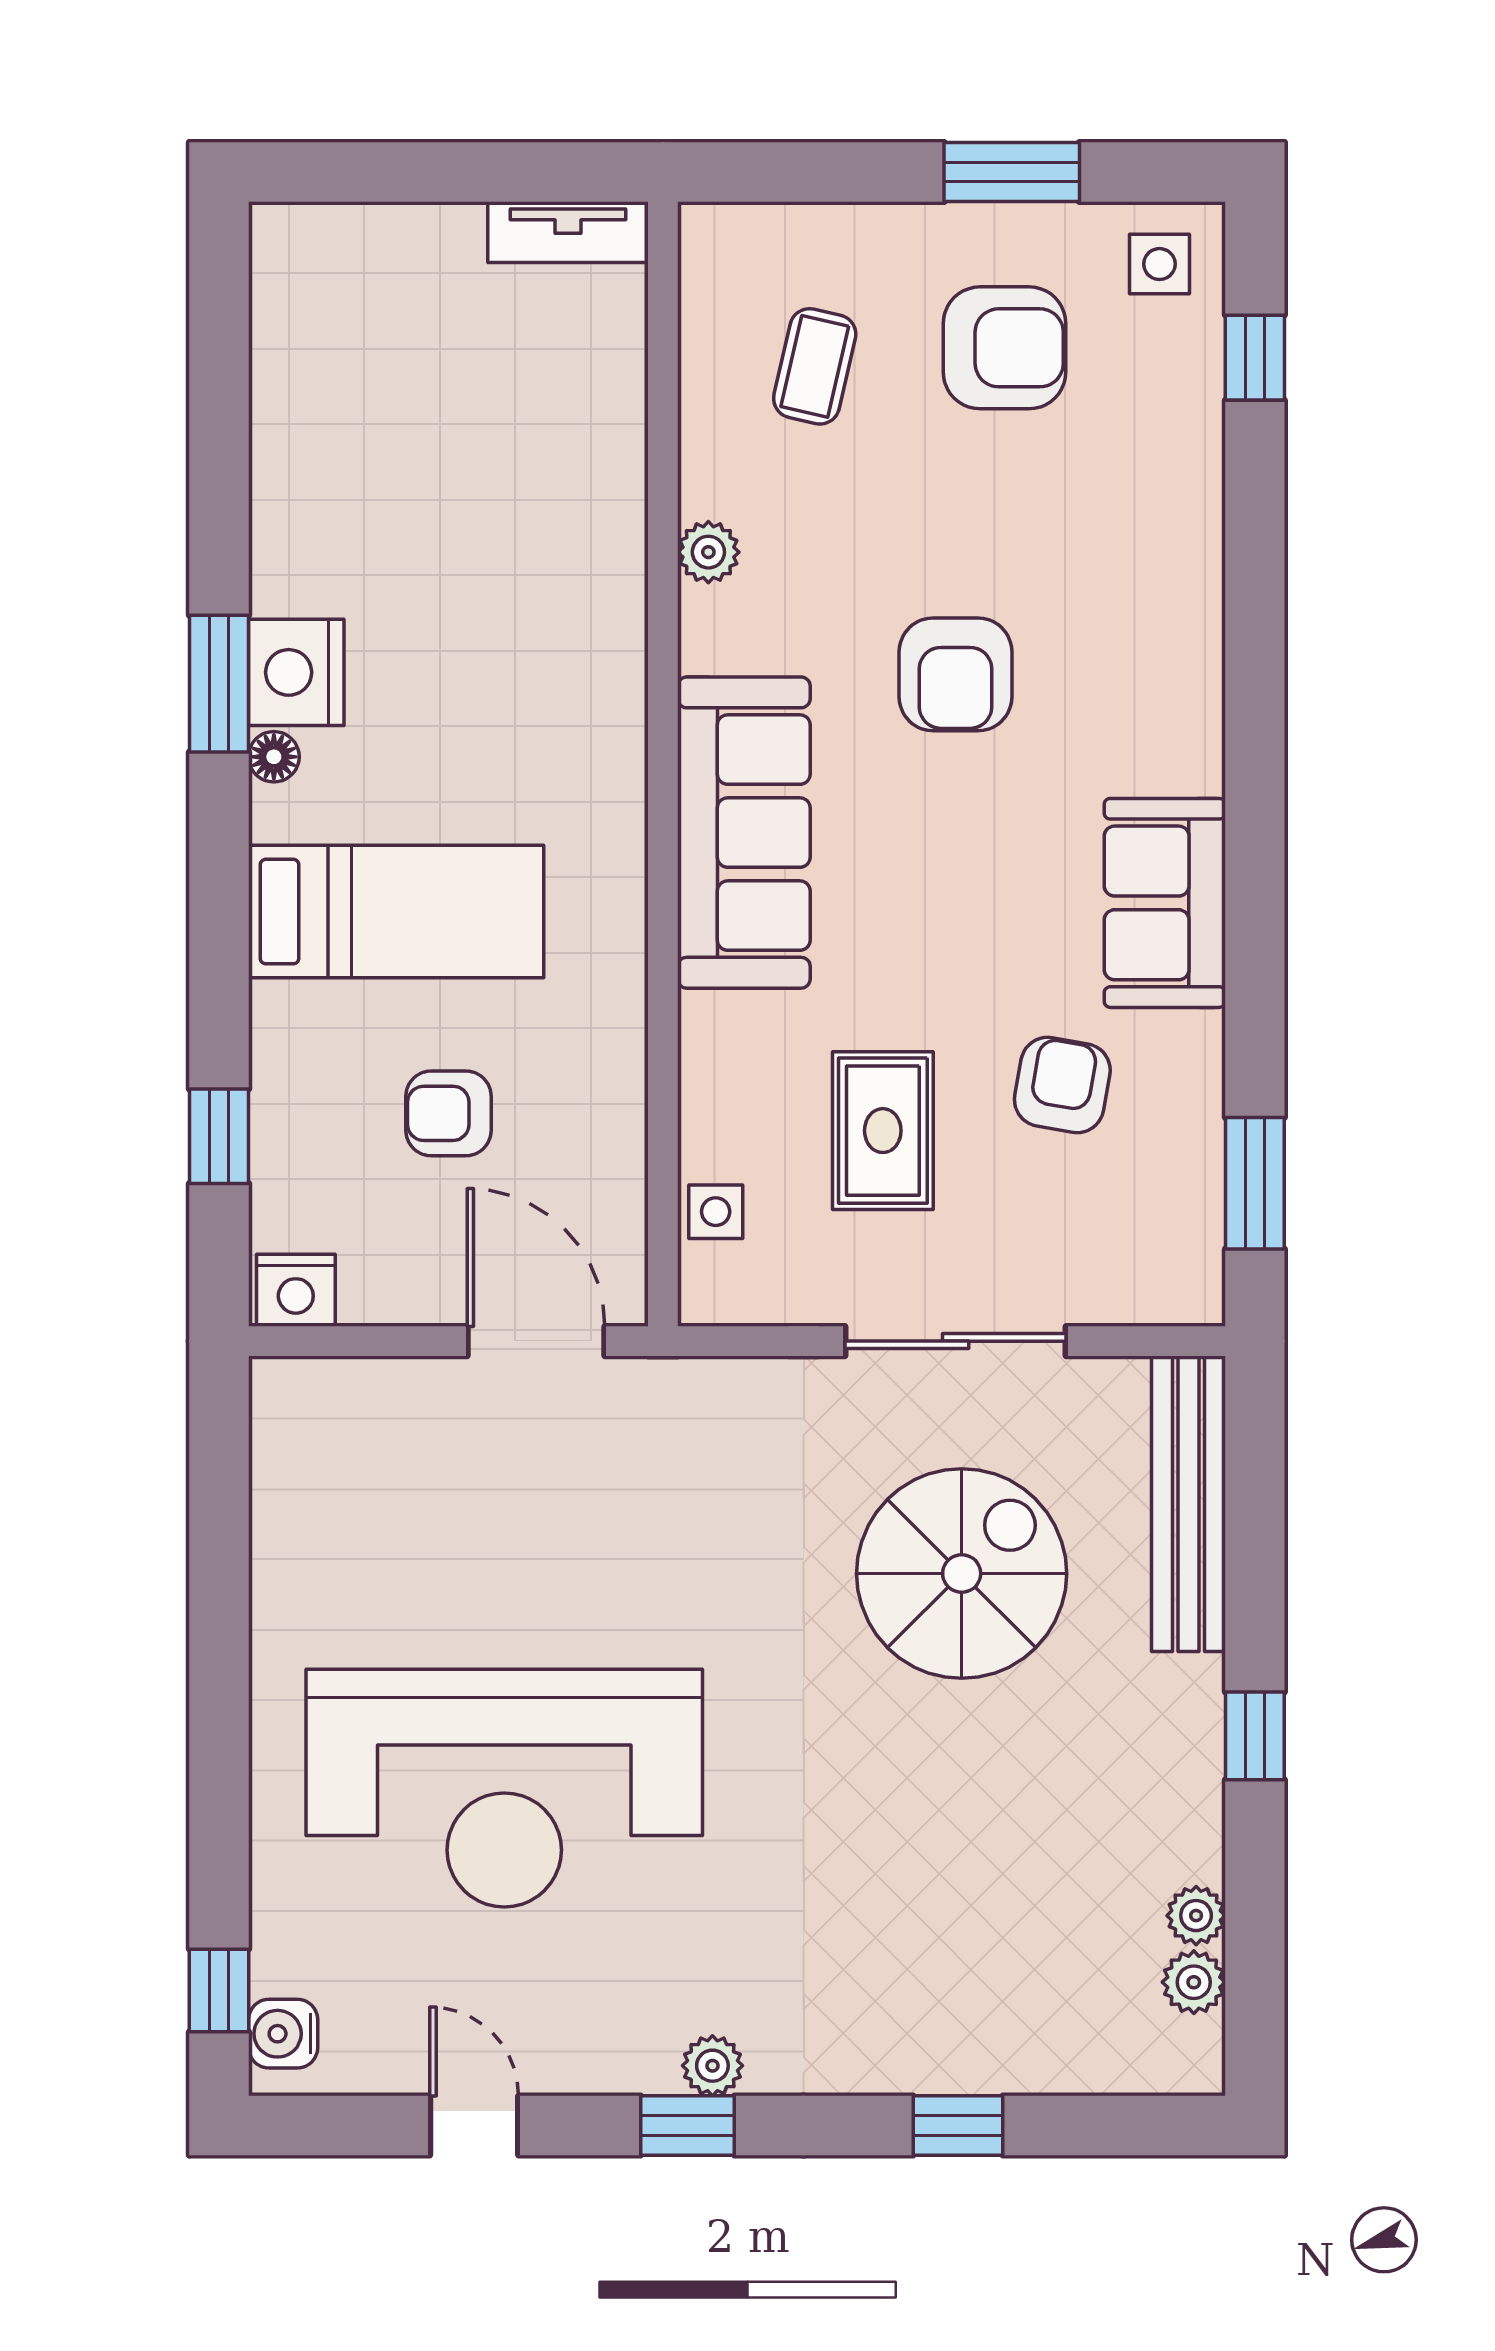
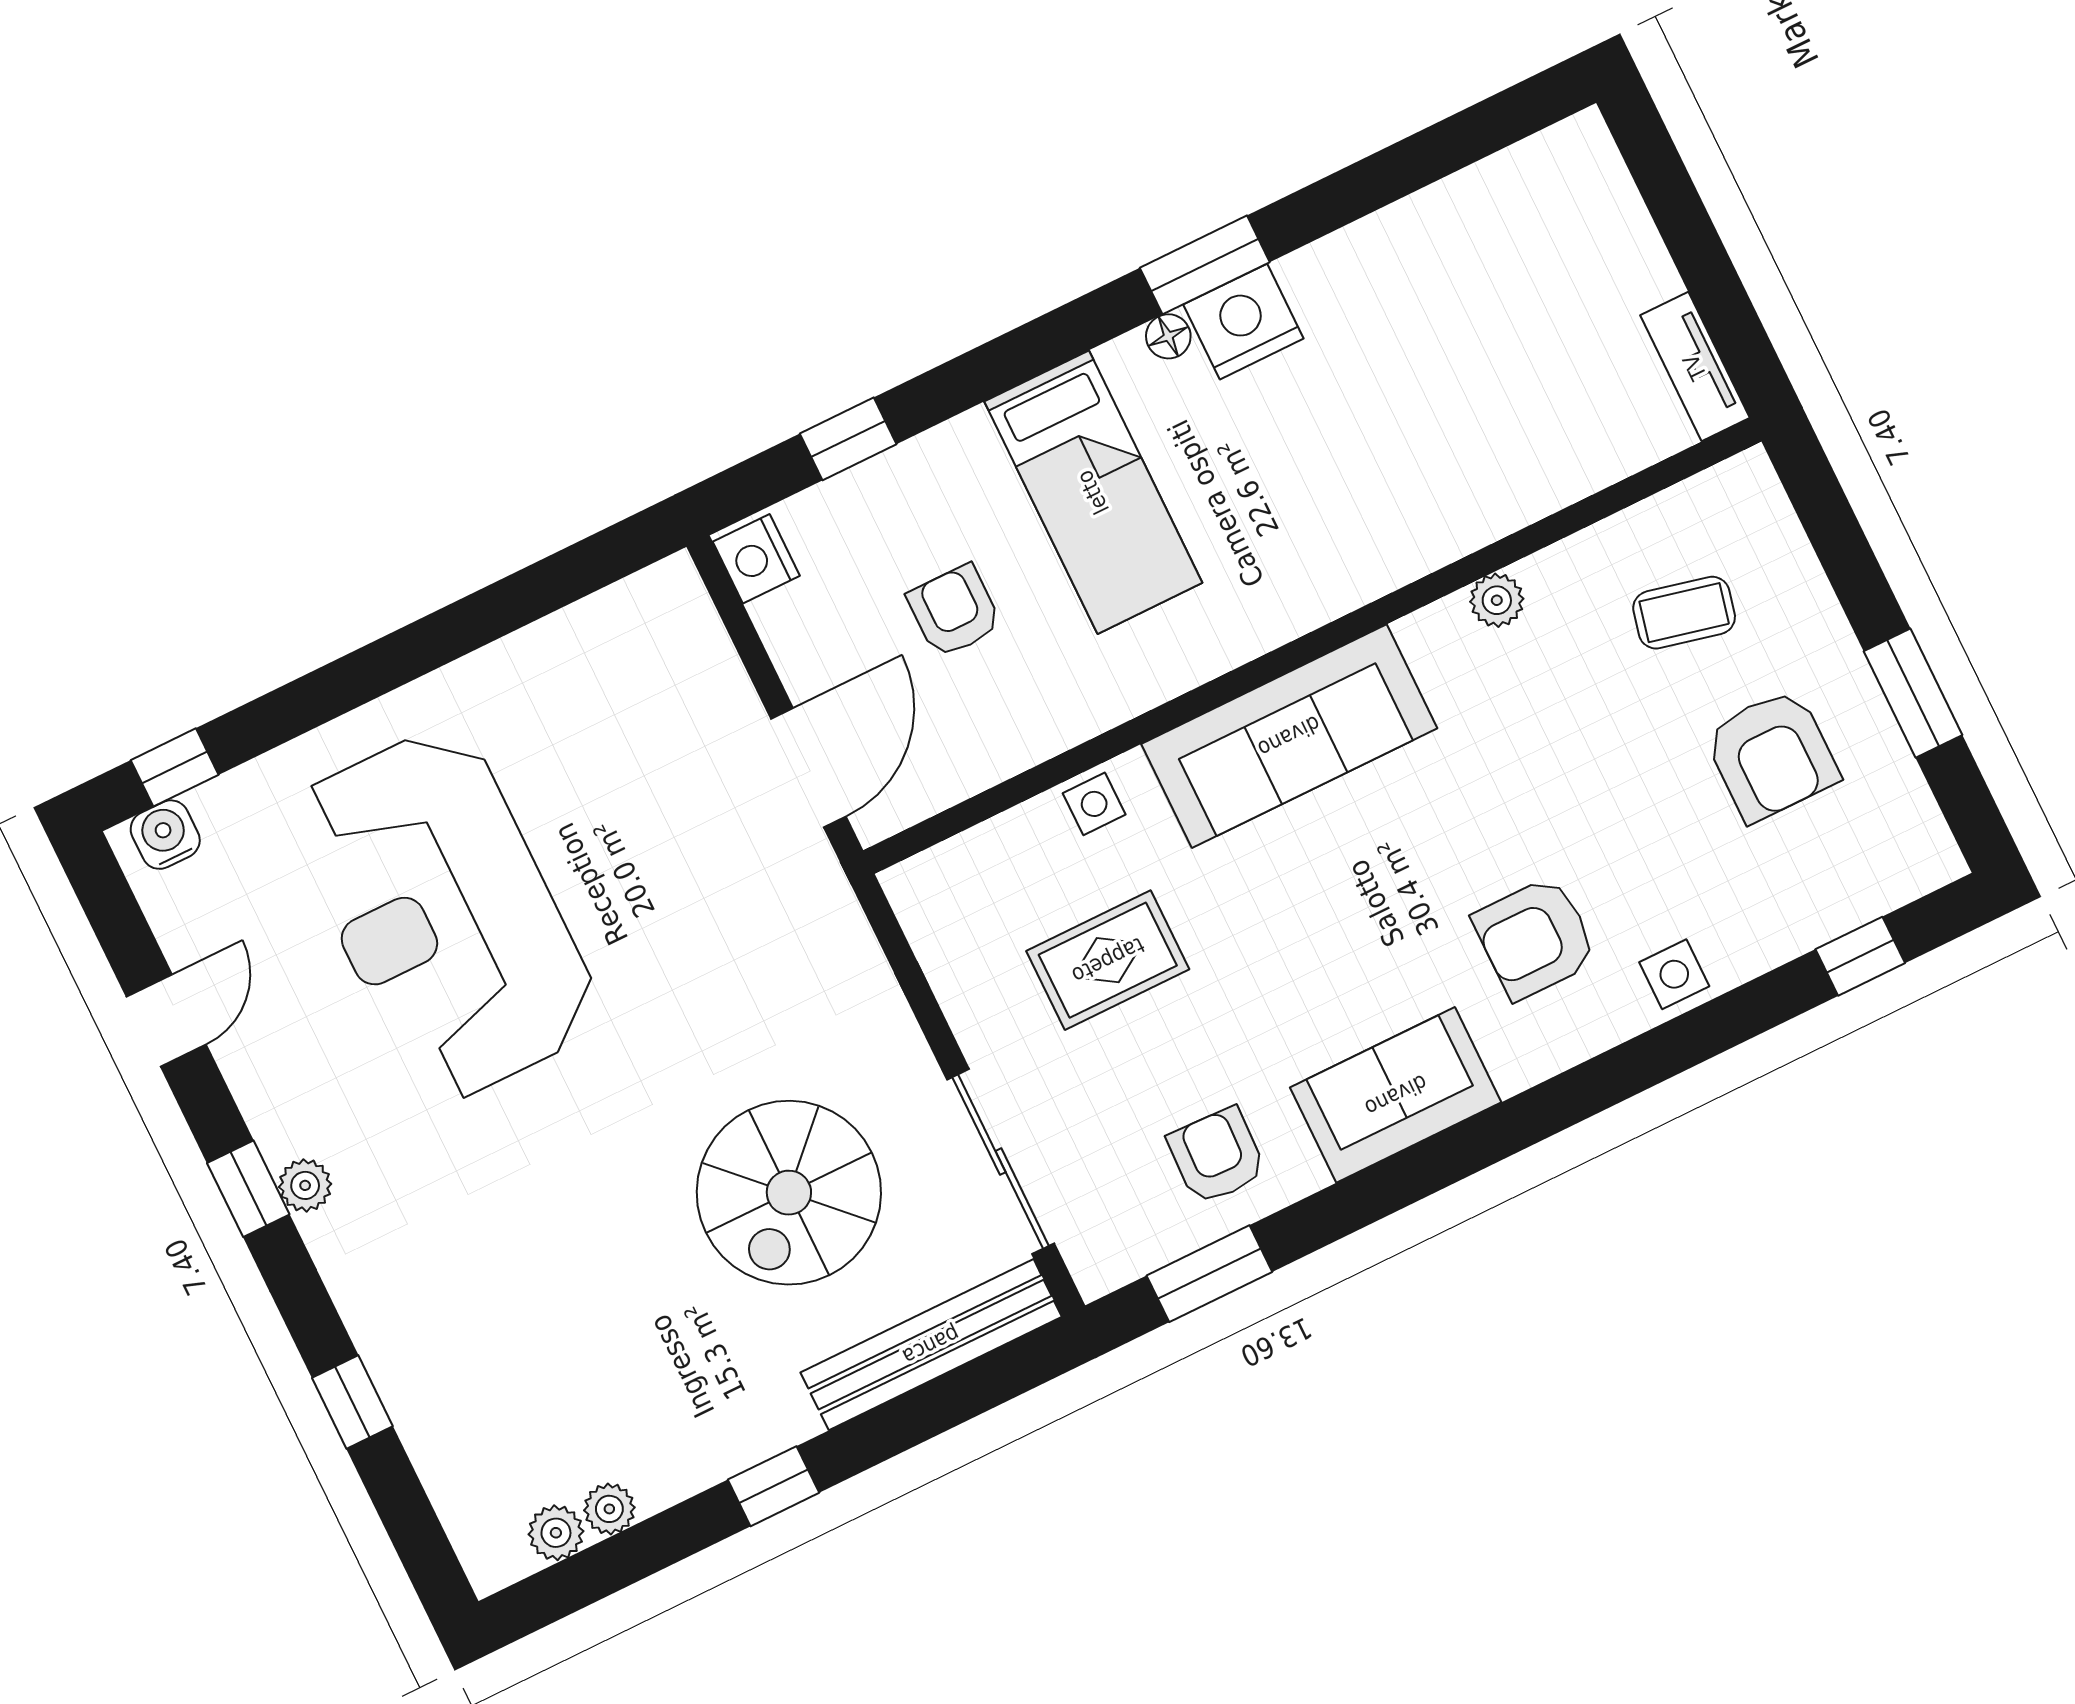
side table: (1159, 264) -> (1674, 974), moved
armchair: (956, 674) -> (1535, 938), moved
armchair: (1062, 1085) -> (1217, 1156), moved, turned -98
side table: (716, 1212) -> (1094, 804), moved
sliding door: (956, 1341) -> (1001, 1162), moved
spiral stairs: (962, 1574) -> (789, 1193), turned 90

